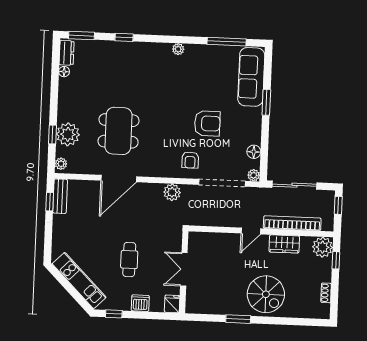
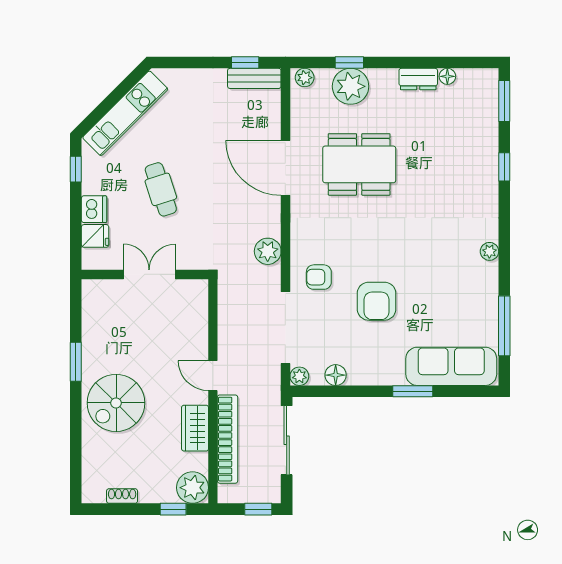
dresser: (67, 53) -> (418, 79), moved
cafe table: (129, 260) -> (161, 189), turned 72
fridge: (172, 304) -> (95, 236), moved

